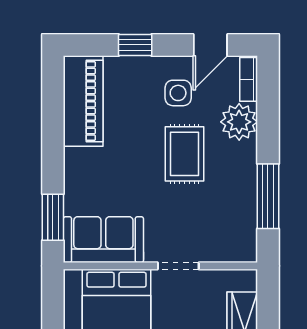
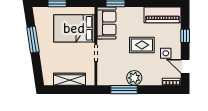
plant: (239, 122) -> (134, 78), moved
rug: (184, 154) -> (142, 45), moved

